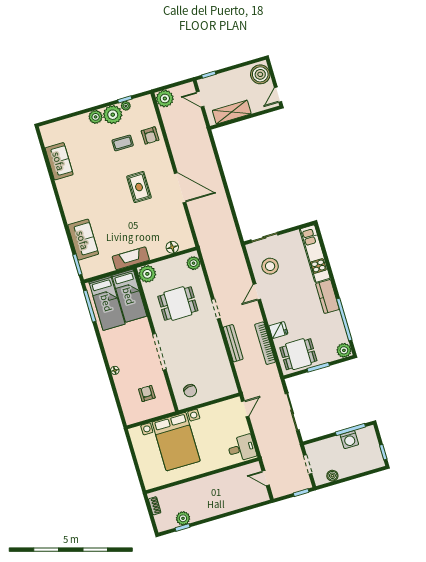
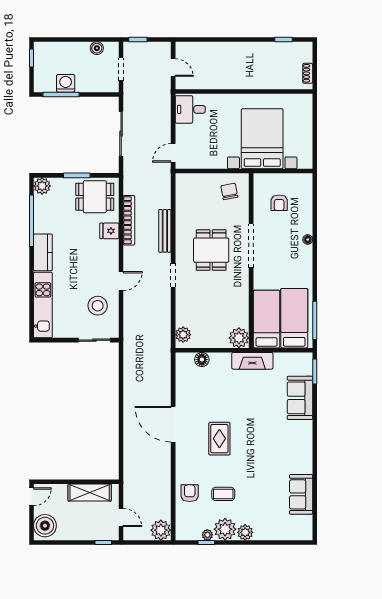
dining table: (178, 304) -> (211, 250), moved, turned 90
plant: (183, 518) -> (280, 50), removed

